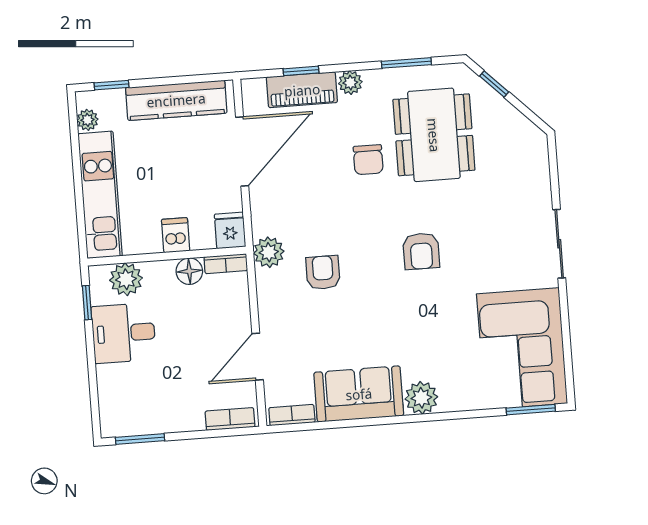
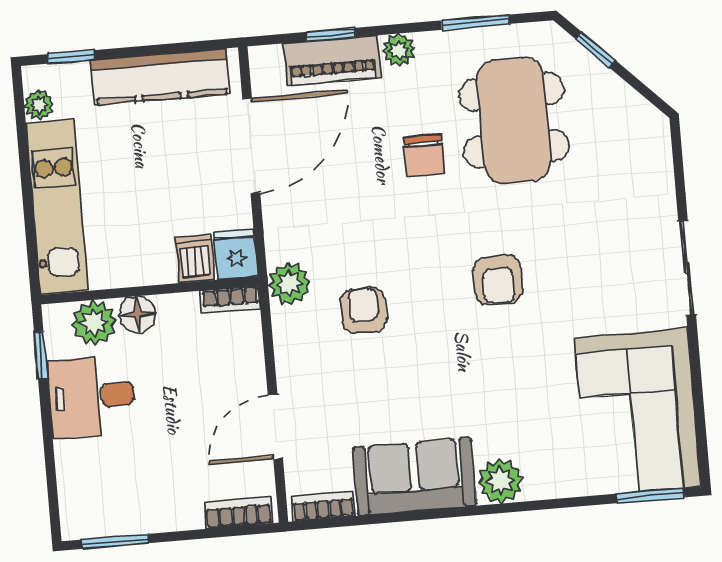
dishwasher: (176, 235) -> (195, 259), moved
floor lamp: (189, 271) -> (137, 314), moved

